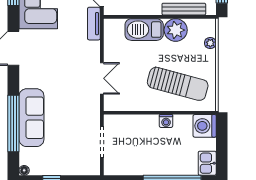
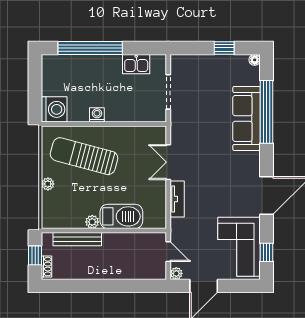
tv unit: (94, 24) -> (177, 199), moved
plant: (176, 30) -> (92, 222), width x0.53, depth x0.53
plant: (210, 43) -> (48, 184), moved
kitchen sink: (207, 163) -> (136, 64), moved, turned 90

